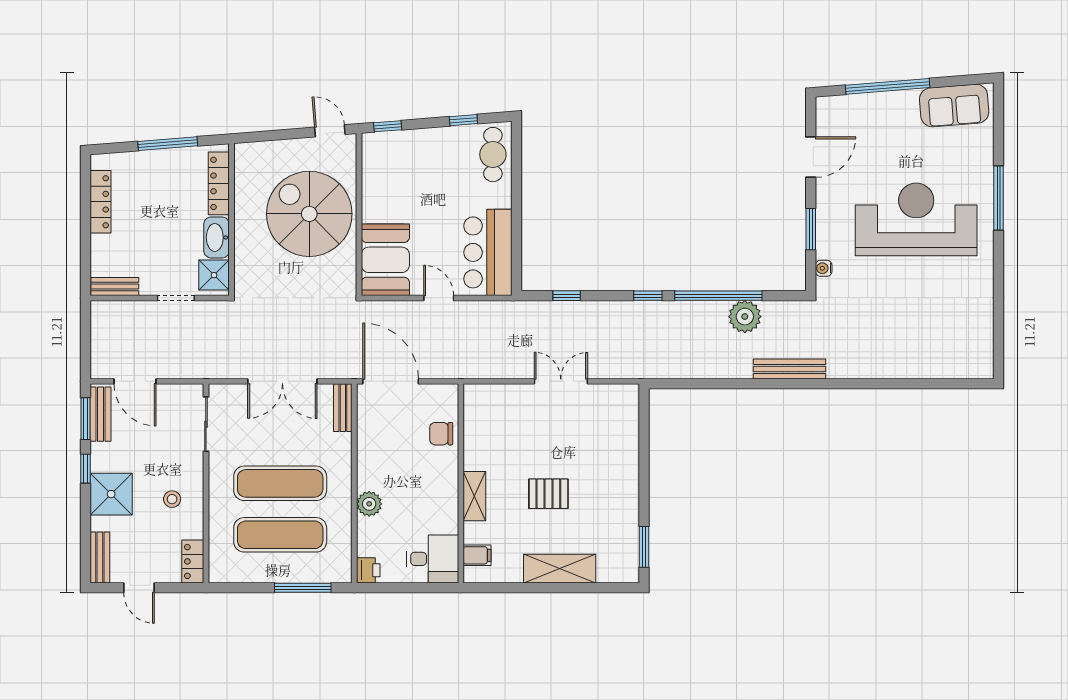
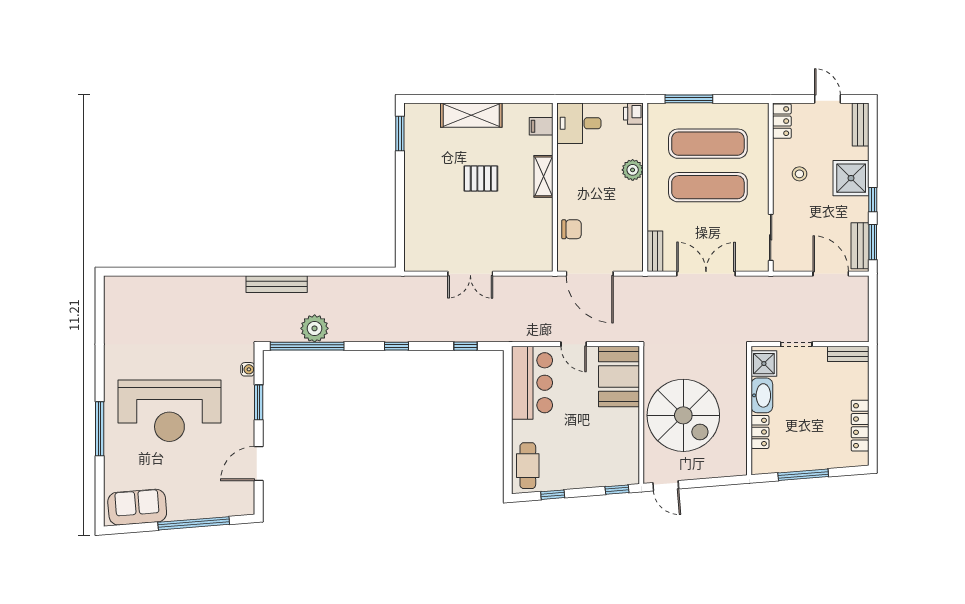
locker: (219, 183) -> (760, 432), width x0.66
window: (718, 296) -> (307, 346), moved
door: (391, 381) -> (590, 274), moved

